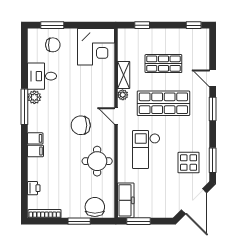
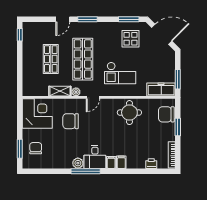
window: (142, 25) -> (20, 76), removed
desk: (42, 76) -> (95, 157), moved
chair: (81, 125) -> (71, 121), moved, turned 90

